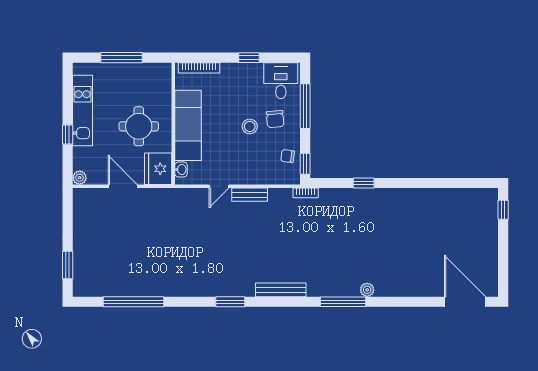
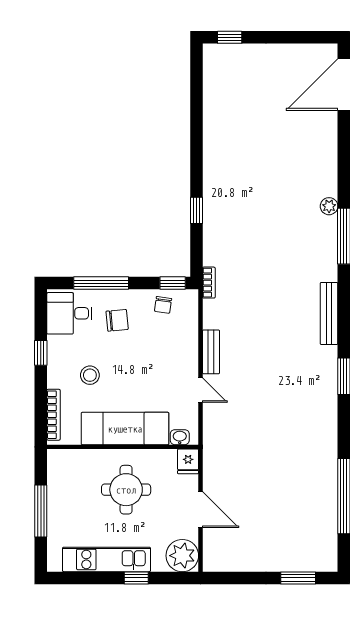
stool: (250, 126) -> (90, 375), moved
fridge: (158, 169) -> (188, 461), width x0.53, depth x0.75
plant: (80, 178) -> (182, 556), width x1.88, depth x1.88
door: (123, 186) -> (201, 510), swing flipped

